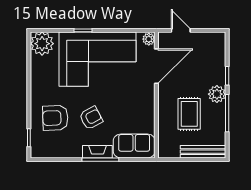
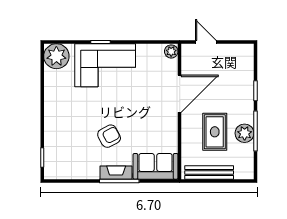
corner sofa: (97, 59) -> (105, 65), width x0.73, depth x0.74
door: (156, 66) -> (180, 94), moved
plant: (217, 94) -> (245, 133), moved
armchair: (55, 118) -> (71, 136), removed
bench: (203, 152) -> (209, 172), moved

